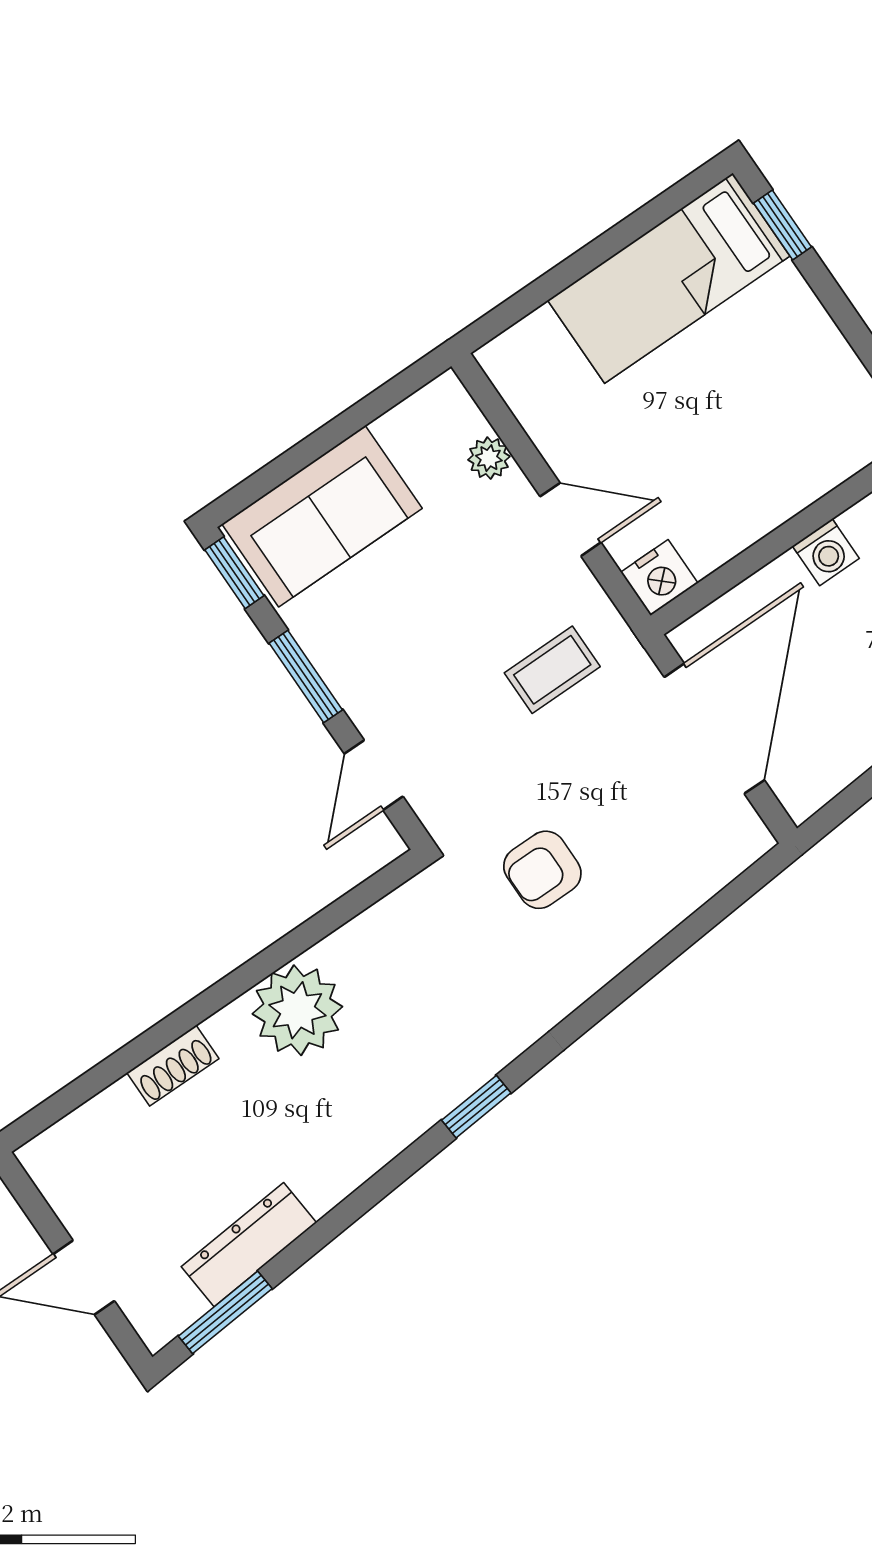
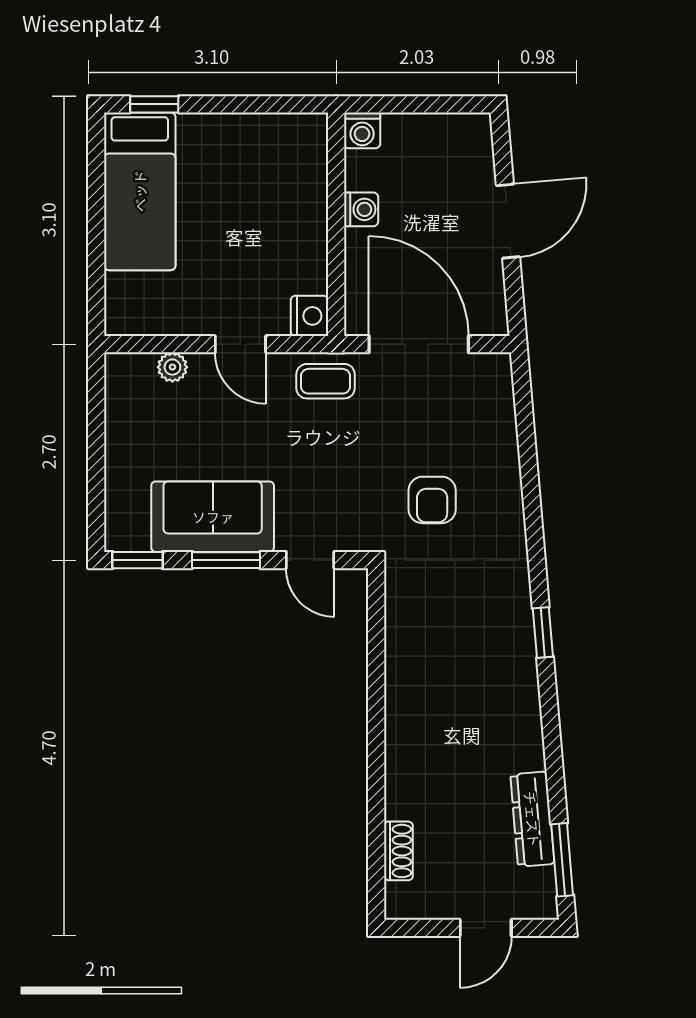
sofa: (322, 516) -> (213, 517), moved, turned -90
door: (571, 519) -> (240, 344), swing flipped
coffee table: (552, 670) -> (326, 381), moved, turned 90
plant: (297, 1010) -> (416, 698), removed
shoe rack: (173, 1066) -> (398, 851), moved

